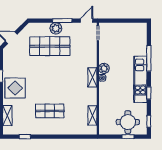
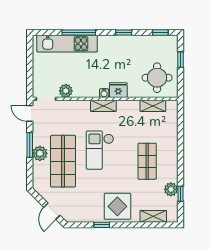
plant: (104, 68) -> (66, 91), moved
checkout: (58, 75) -> (100, 150), added
kitchen unit: (140, 79) -> (67, 44), moved
fridge: (105, 89) -> (118, 90), added
round table: (128, 122) -> (157, 78), moved
plant: (28, 129) -> (171, 189), added

